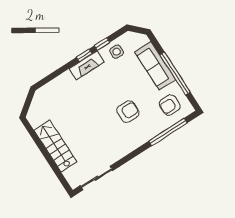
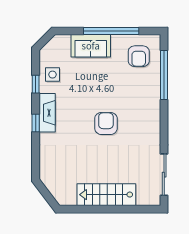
window: (84, 55) -> (36, 123), moved
sofa: (155, 66) -> (91, 46), width x0.73
armchair: (128, 112) -> (106, 123), moved

